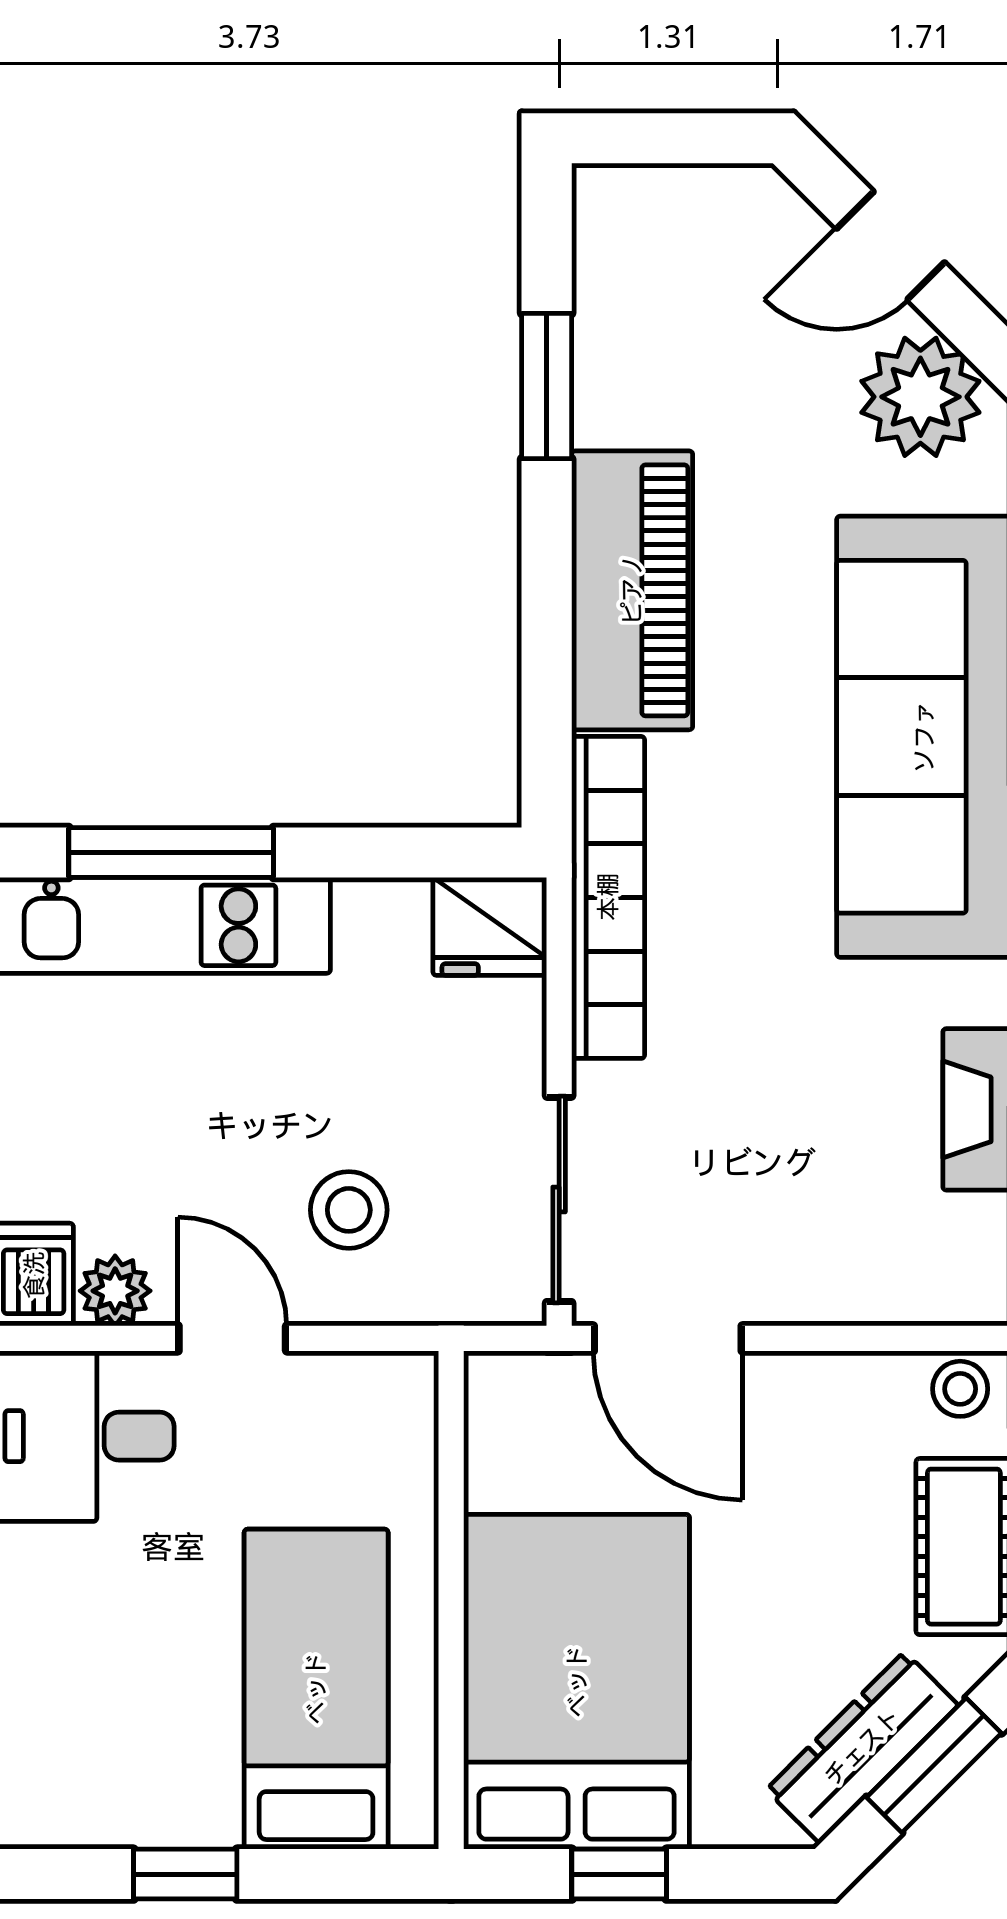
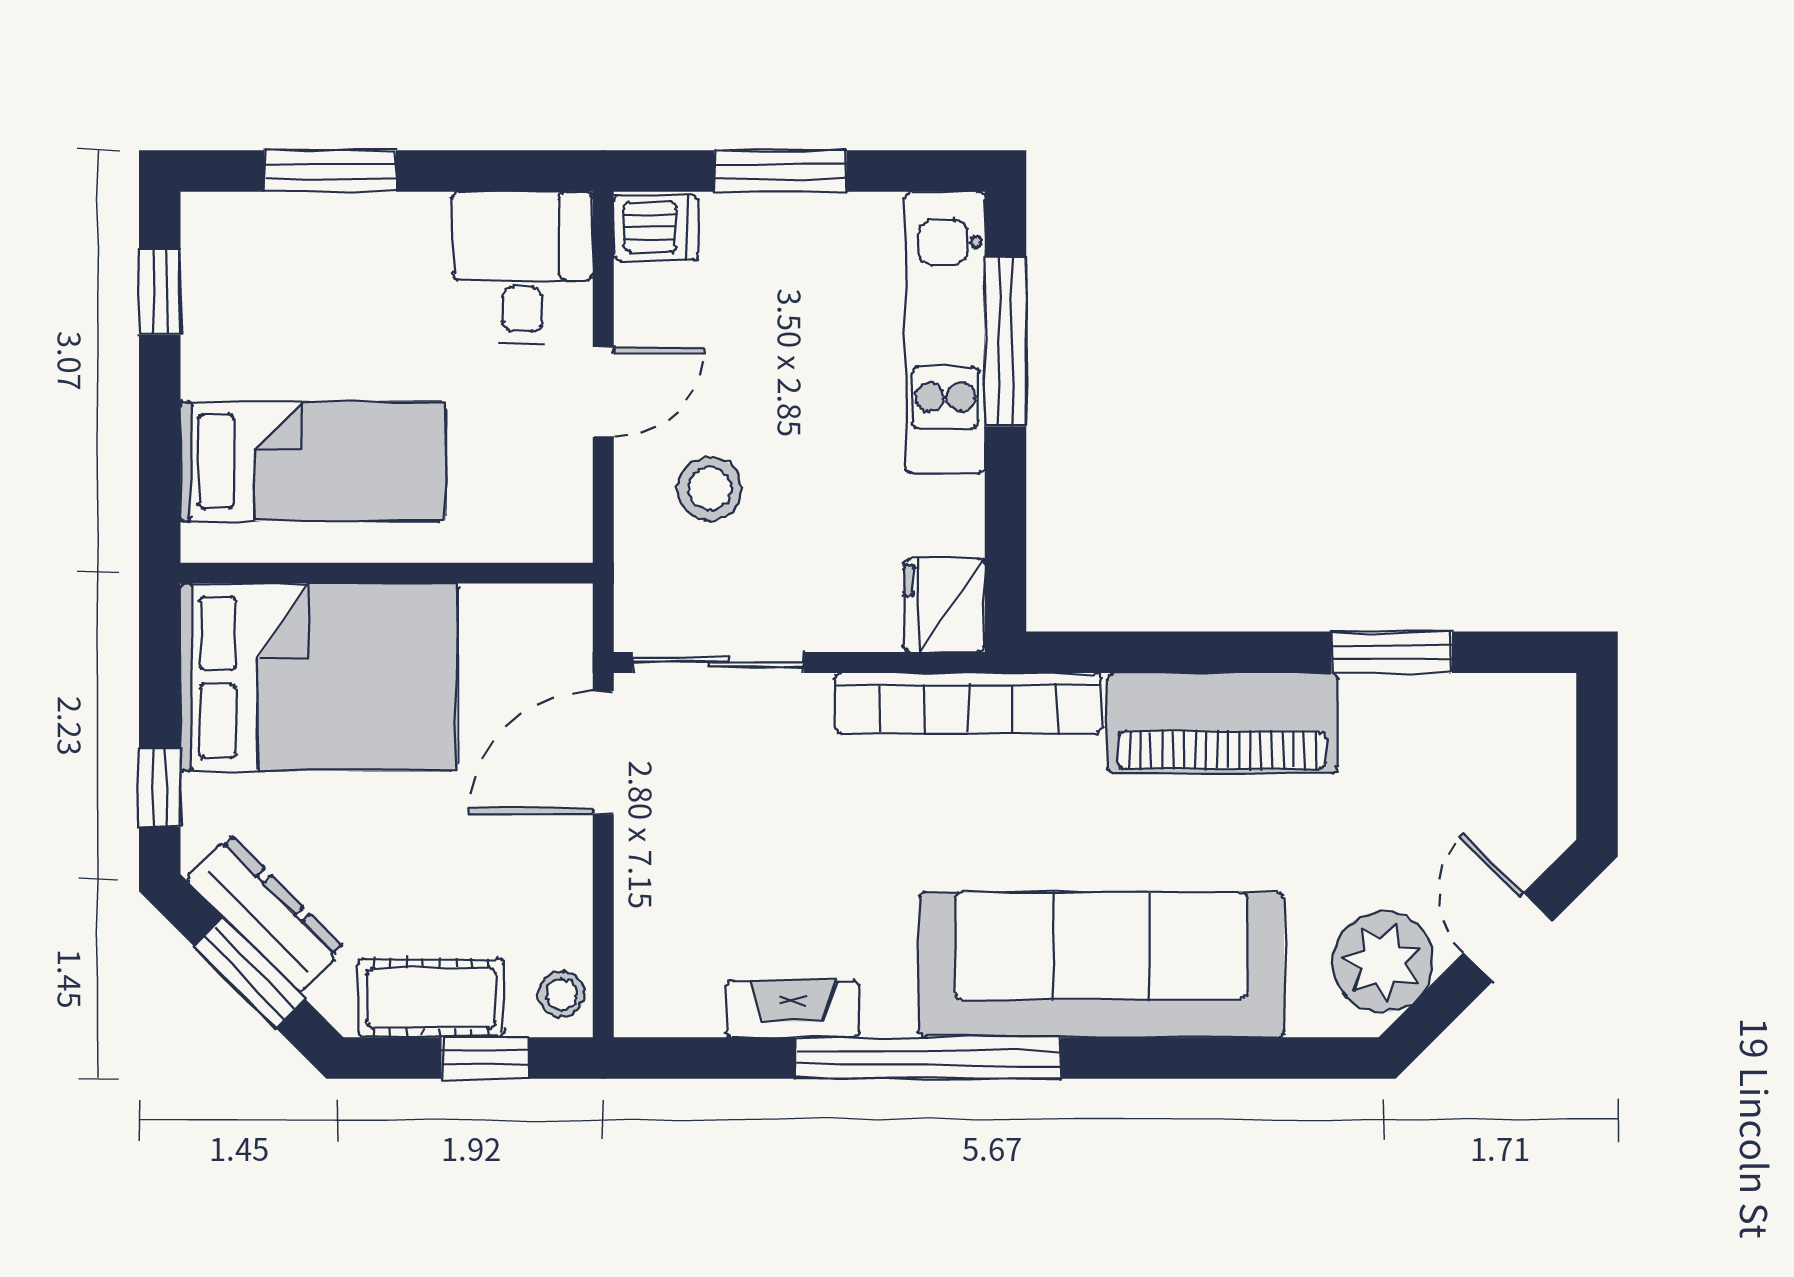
plant: (115, 1291) -> (643, 295), removed
window: (185, 1874) -> (160, 292), moved
window: (619, 1874) -> (160, 788), moved

